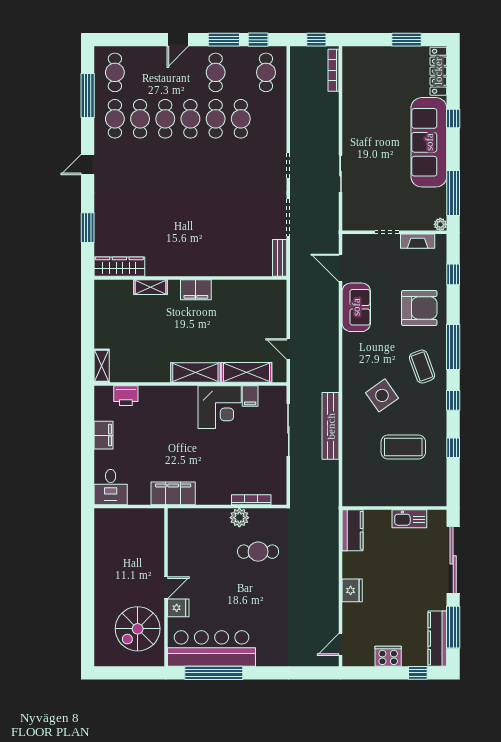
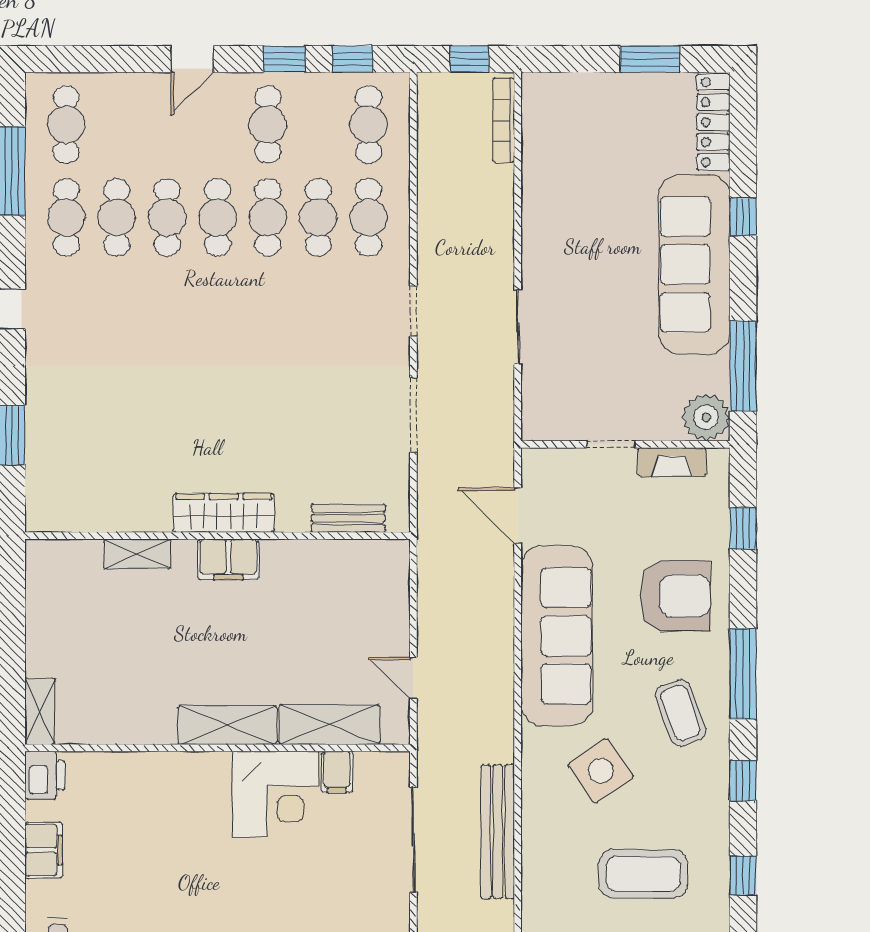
window: (224, 40) -> (284, 59), width x0.67
cafe table: (266, 119) -> (369, 217), added
plant: (440, 224) -> (706, 417), width x1.88, depth x1.88
bench: (280, 258) -> (348, 518), moved, turned 90
wardrobe: (119, 267) -> (224, 513), moved
sofa: (356, 307) -> (557, 636), width x1.85, depth x1.27
printer: (126, 396) -> (45, 775), moved, turned -90

